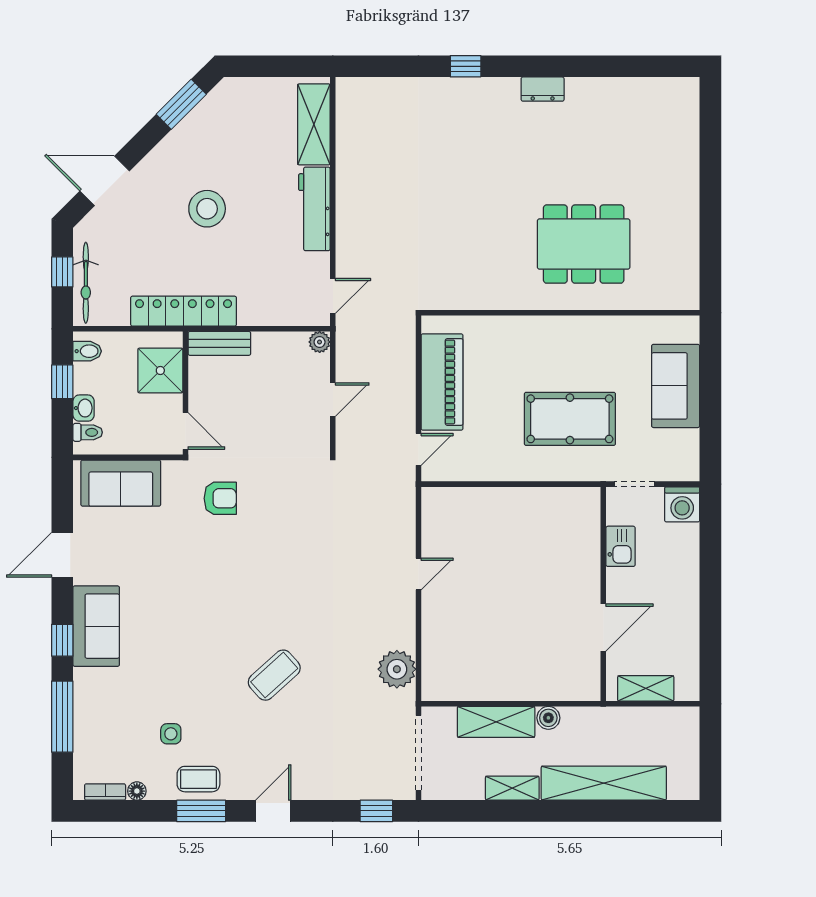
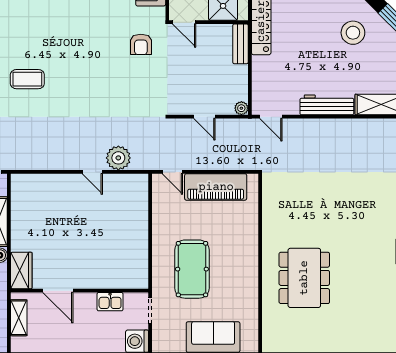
stool: (207, 209) -> (353, 33), moved
door: (185, 431) -> (184, 22), hinge flipped
plant: (397, 669) -> (118, 158), moved
coffee table: (274, 675) -> (27, 79), turned -48
wardrobe: (572, 684) -> (21, 270), added

